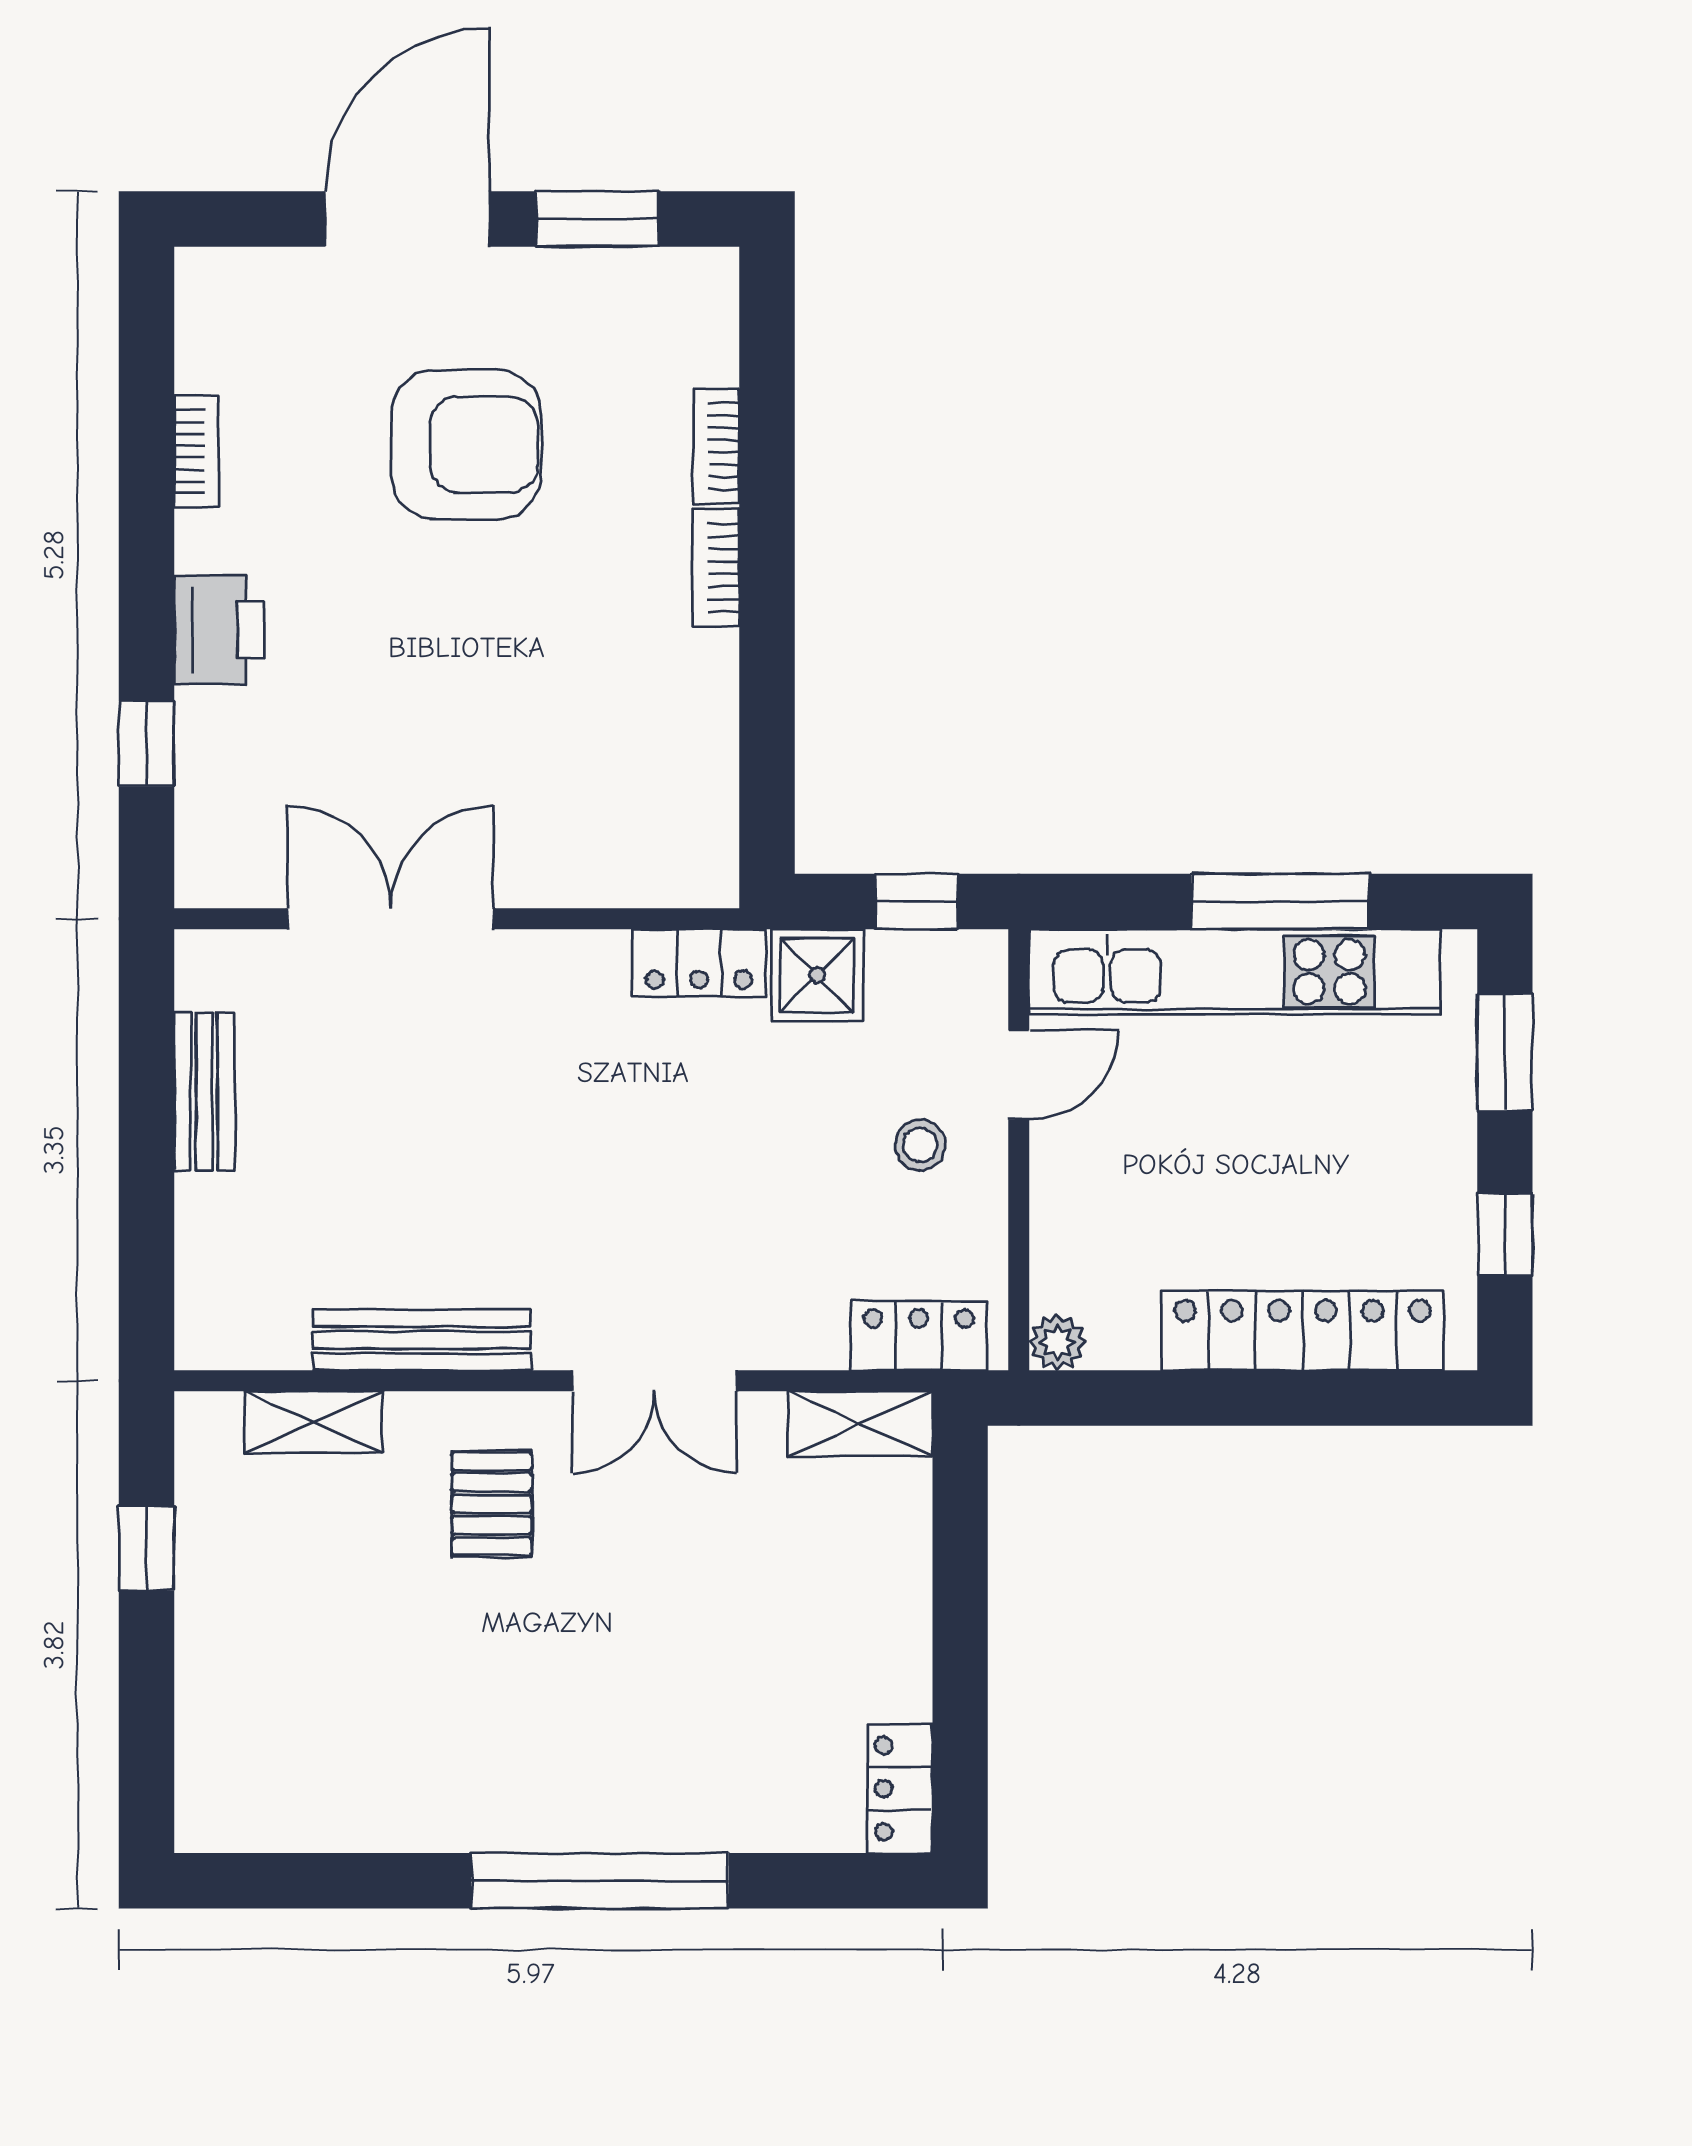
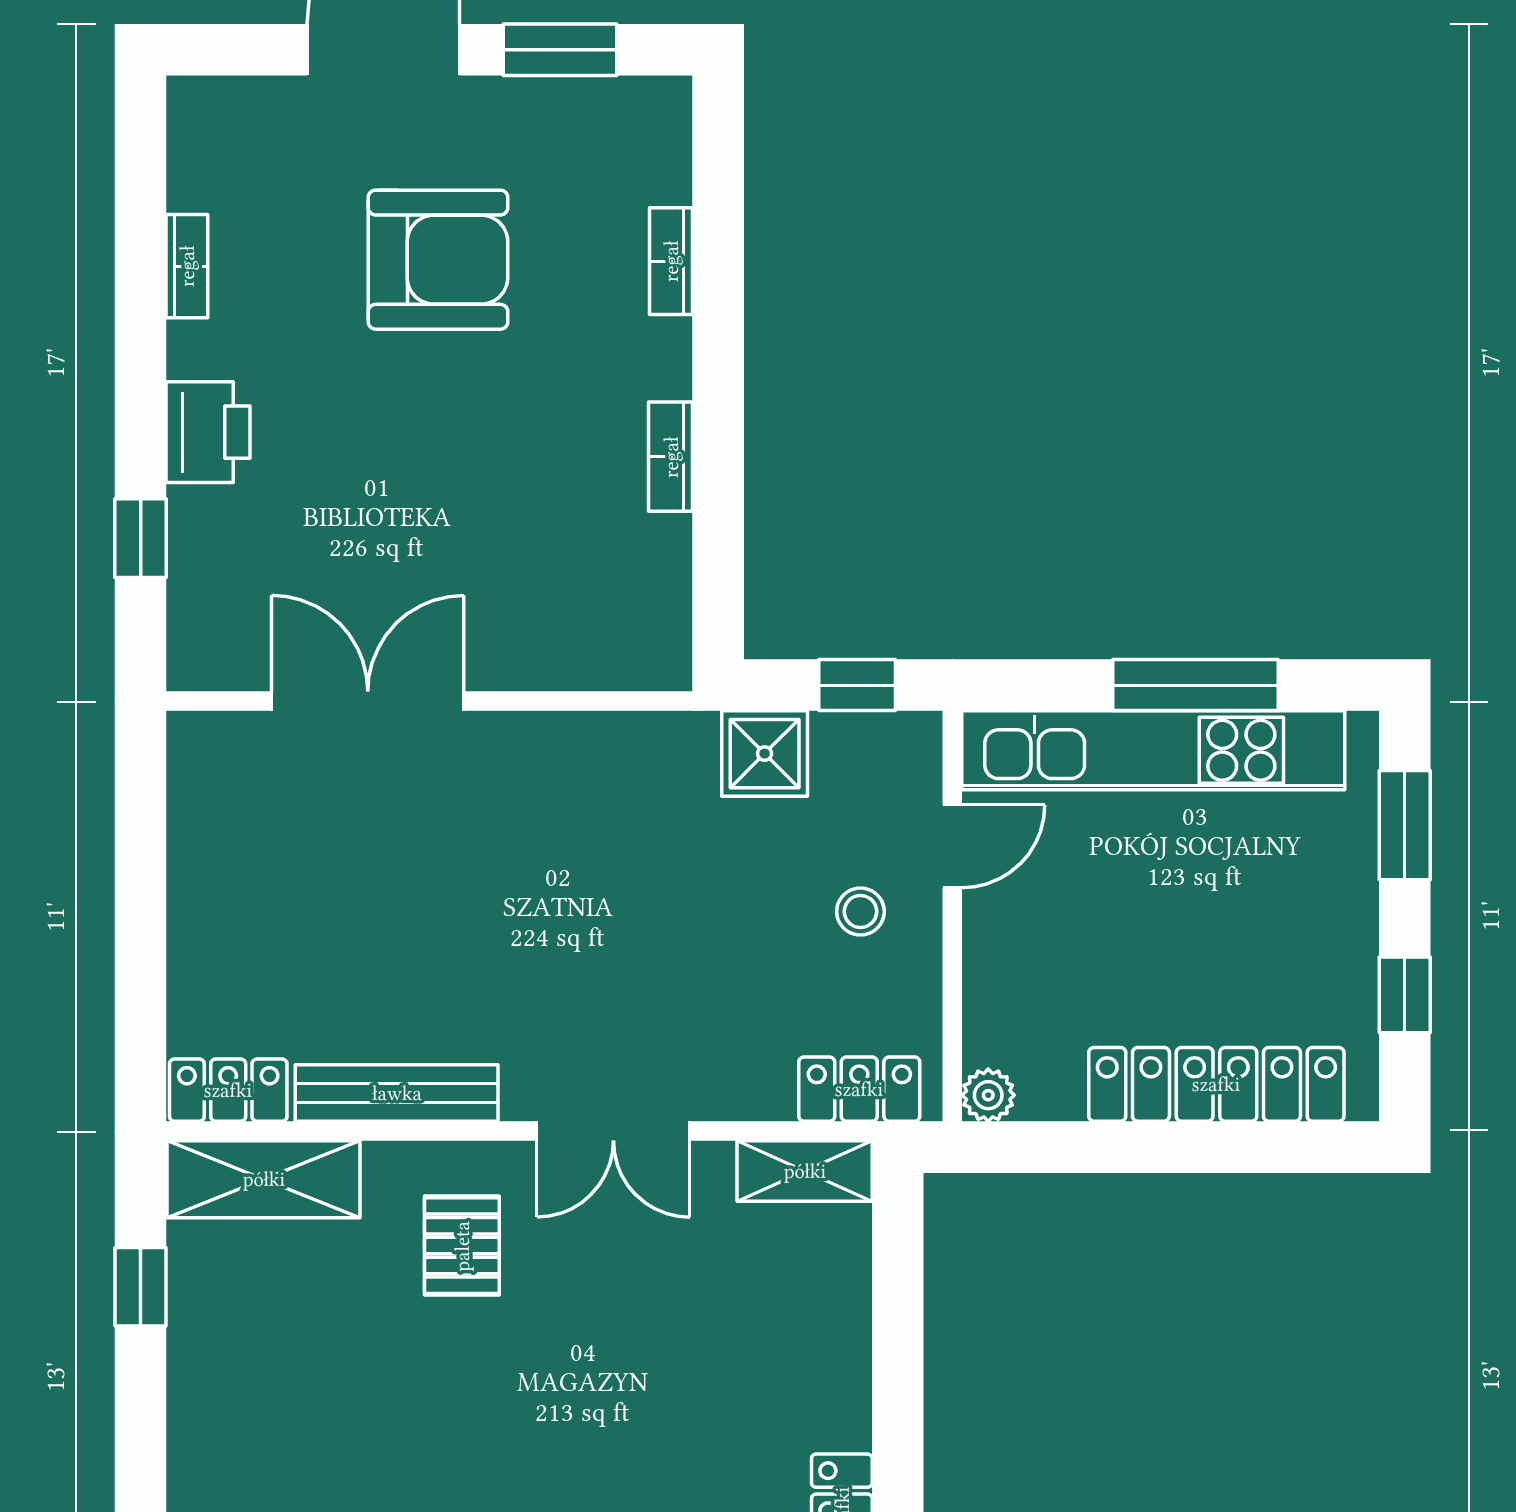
bookcase: (716, 568) -> (671, 457), moved
locker: (699, 963) -> (228, 1090), moved, turned 180
bench: (204, 1091) -> (194, 862), removed
shelving: (313, 1422) -> (264, 1179), width x1.50, depth x1.33

